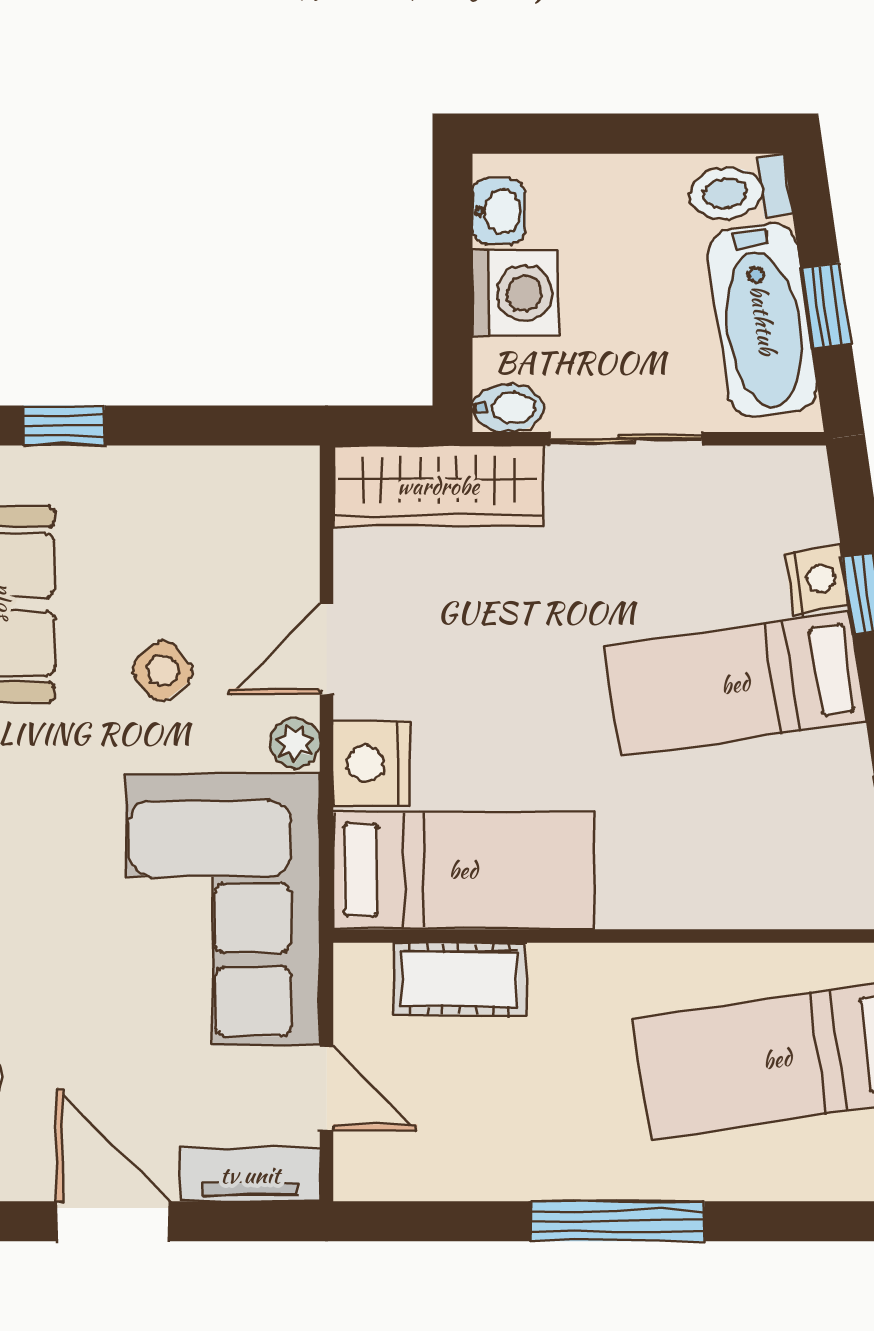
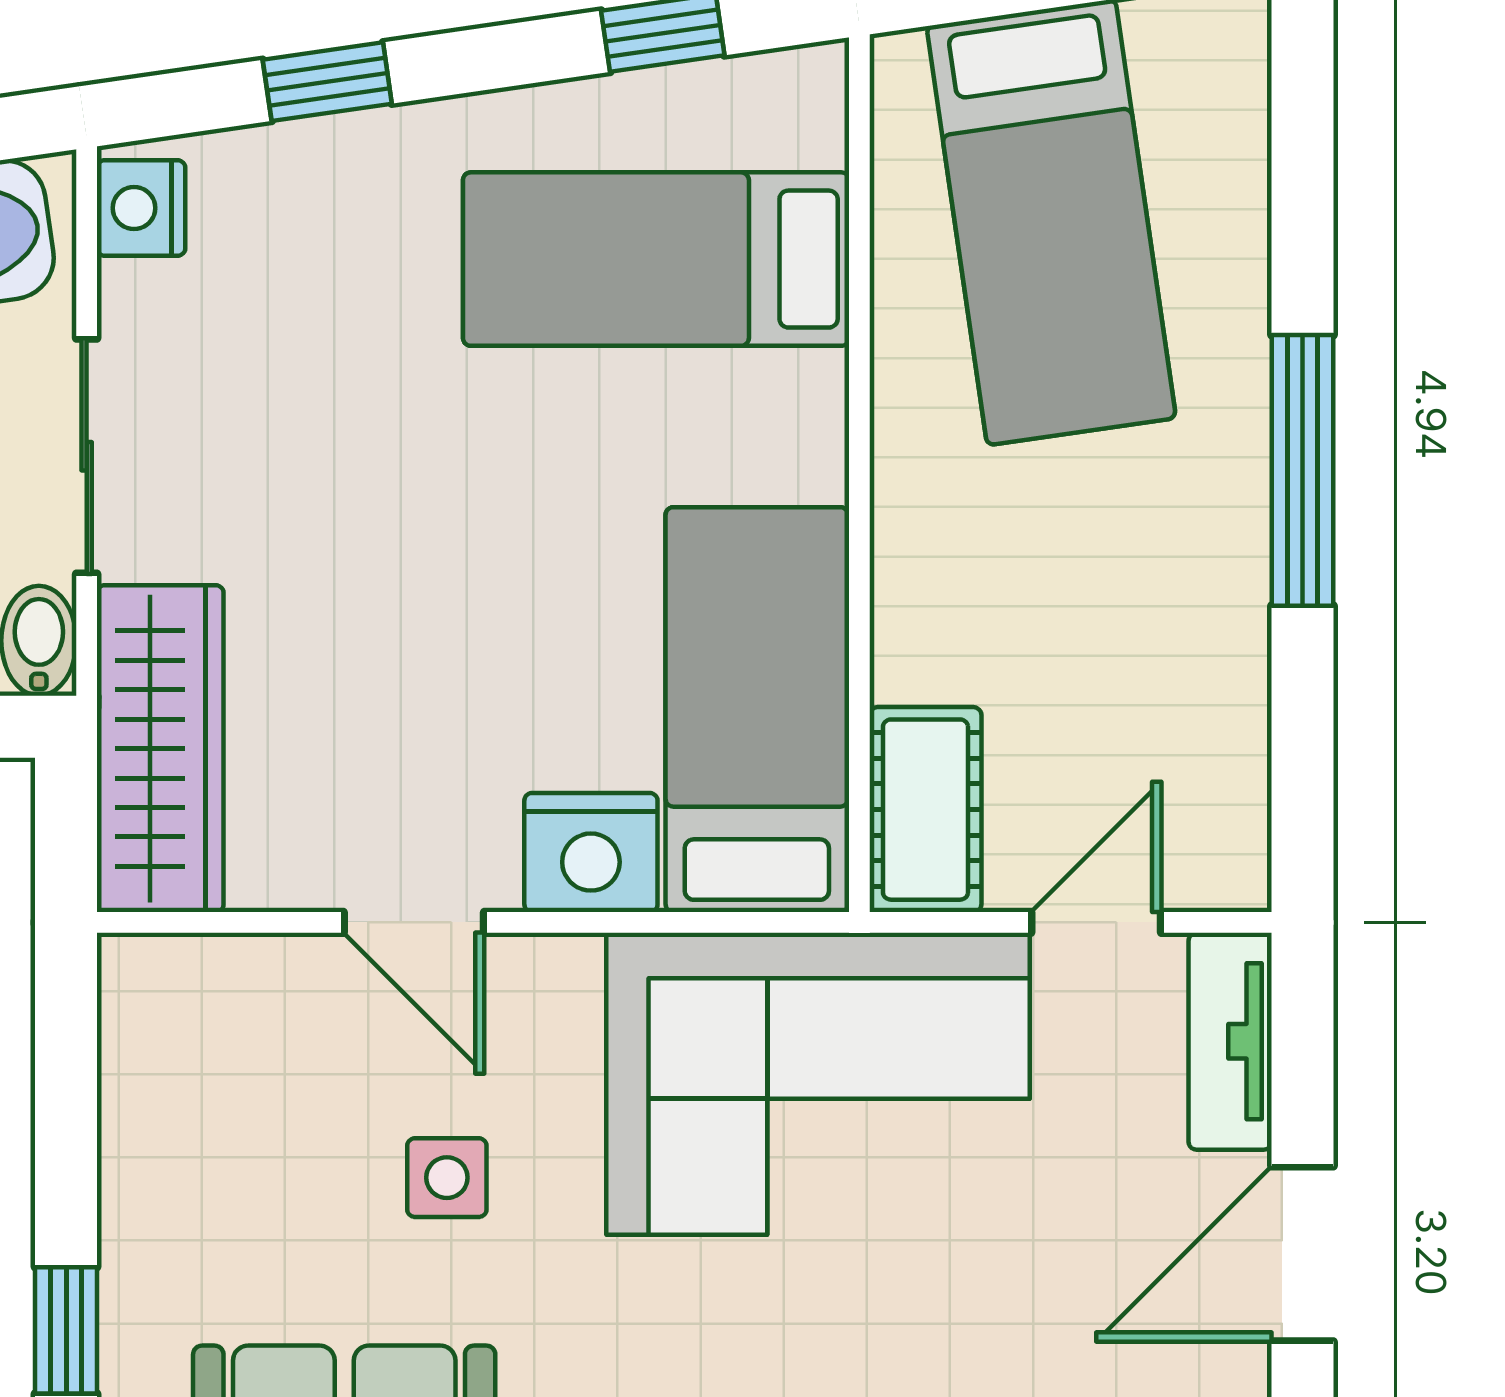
nightstand: (817, 579) -> (141, 208), moved, turned -82
side table: (162, 671) -> (447, 1178), turned 38
bed: (735, 684) -> (656, 259), moved, turned 98
plant: (295, 743) -> (560, 971), removed
cot: (460, 979) -> (925, 810), moved

